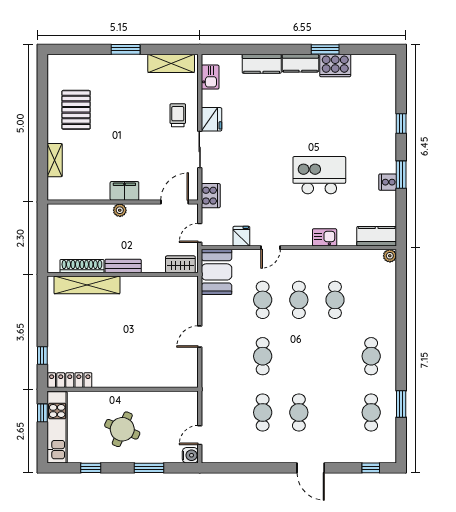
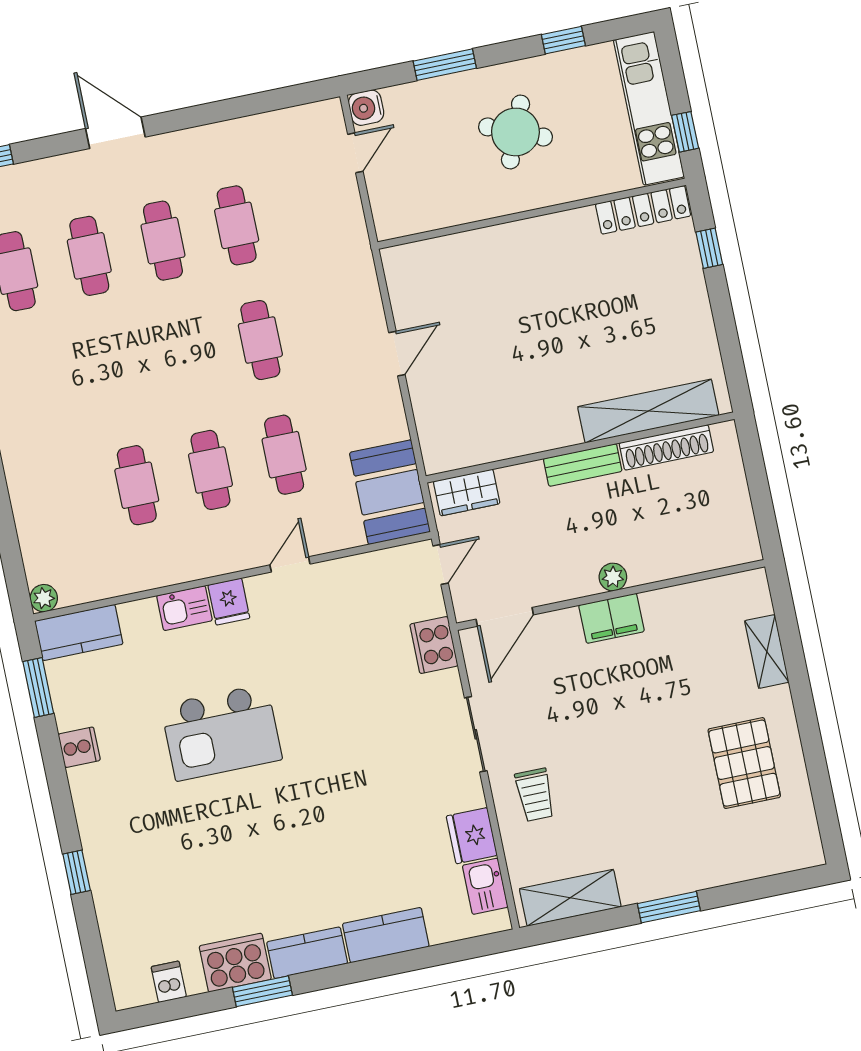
dishwasher: (368, 63) -> (169, 982), added
fridge: (211, 119) -> (472, 836), moved
window: (401, 175) -> (38, 687), moved
fridge: (241, 236) -> (229, 602), moved
cafe table: (371, 356) -> (89, 256), moved

